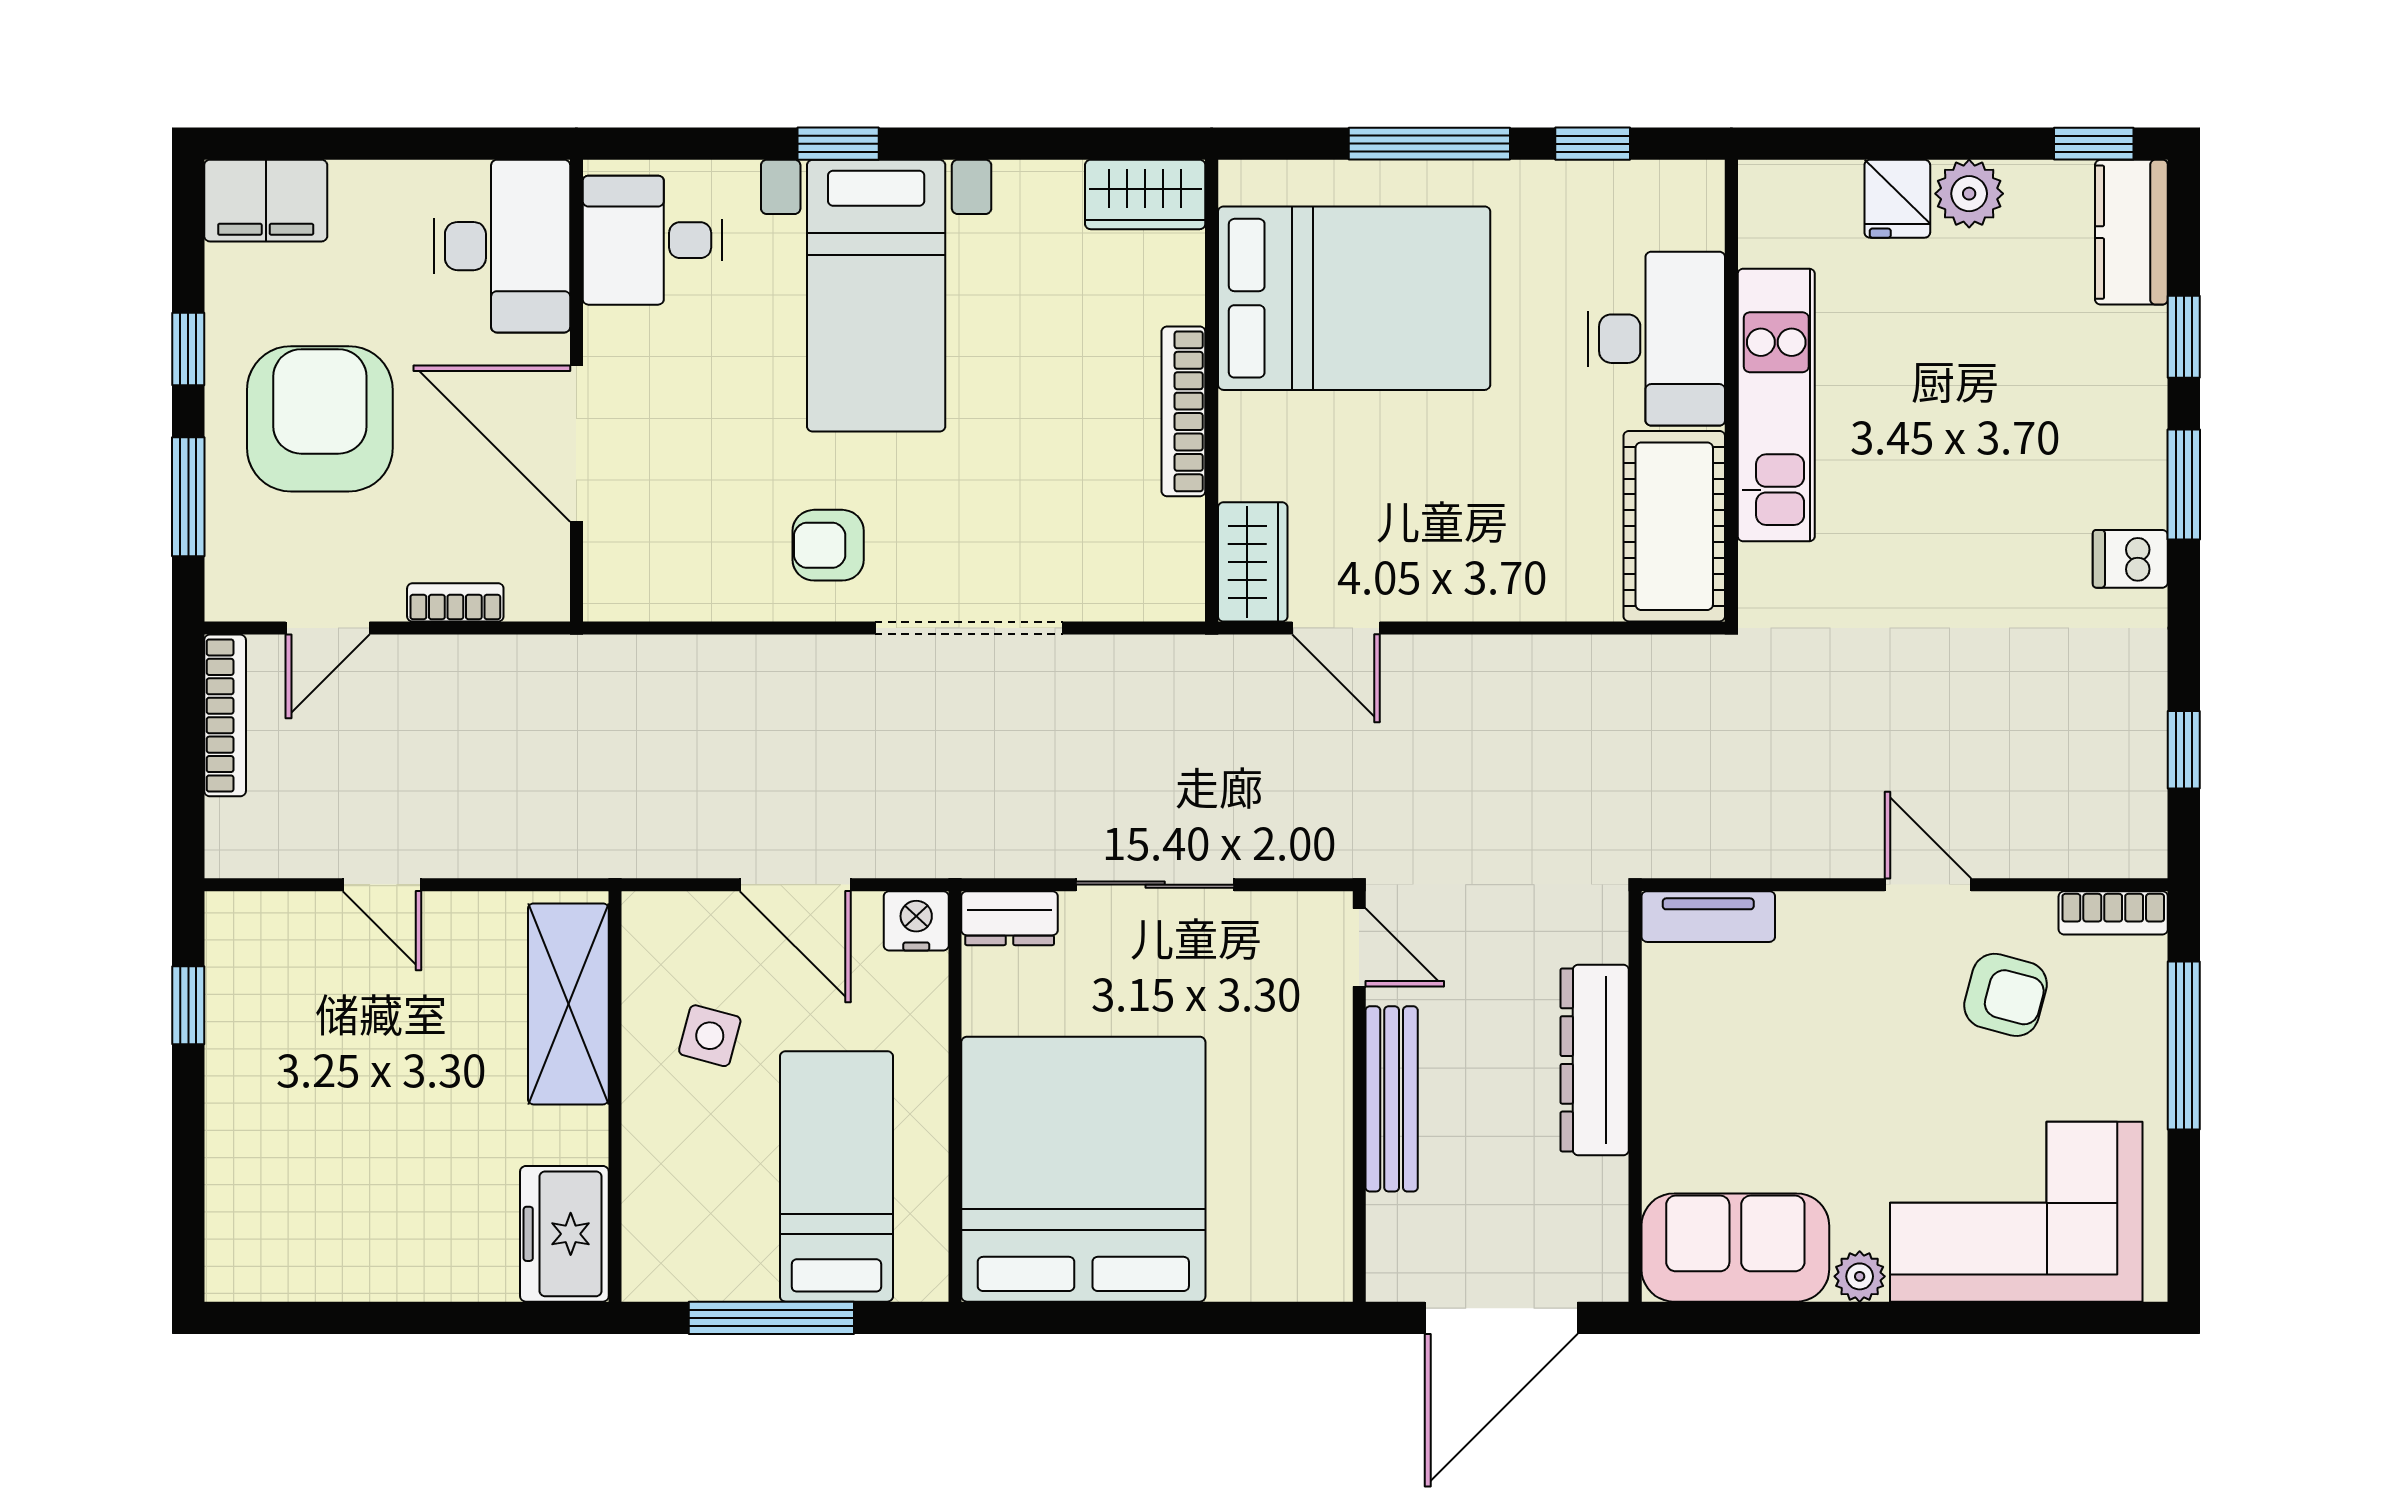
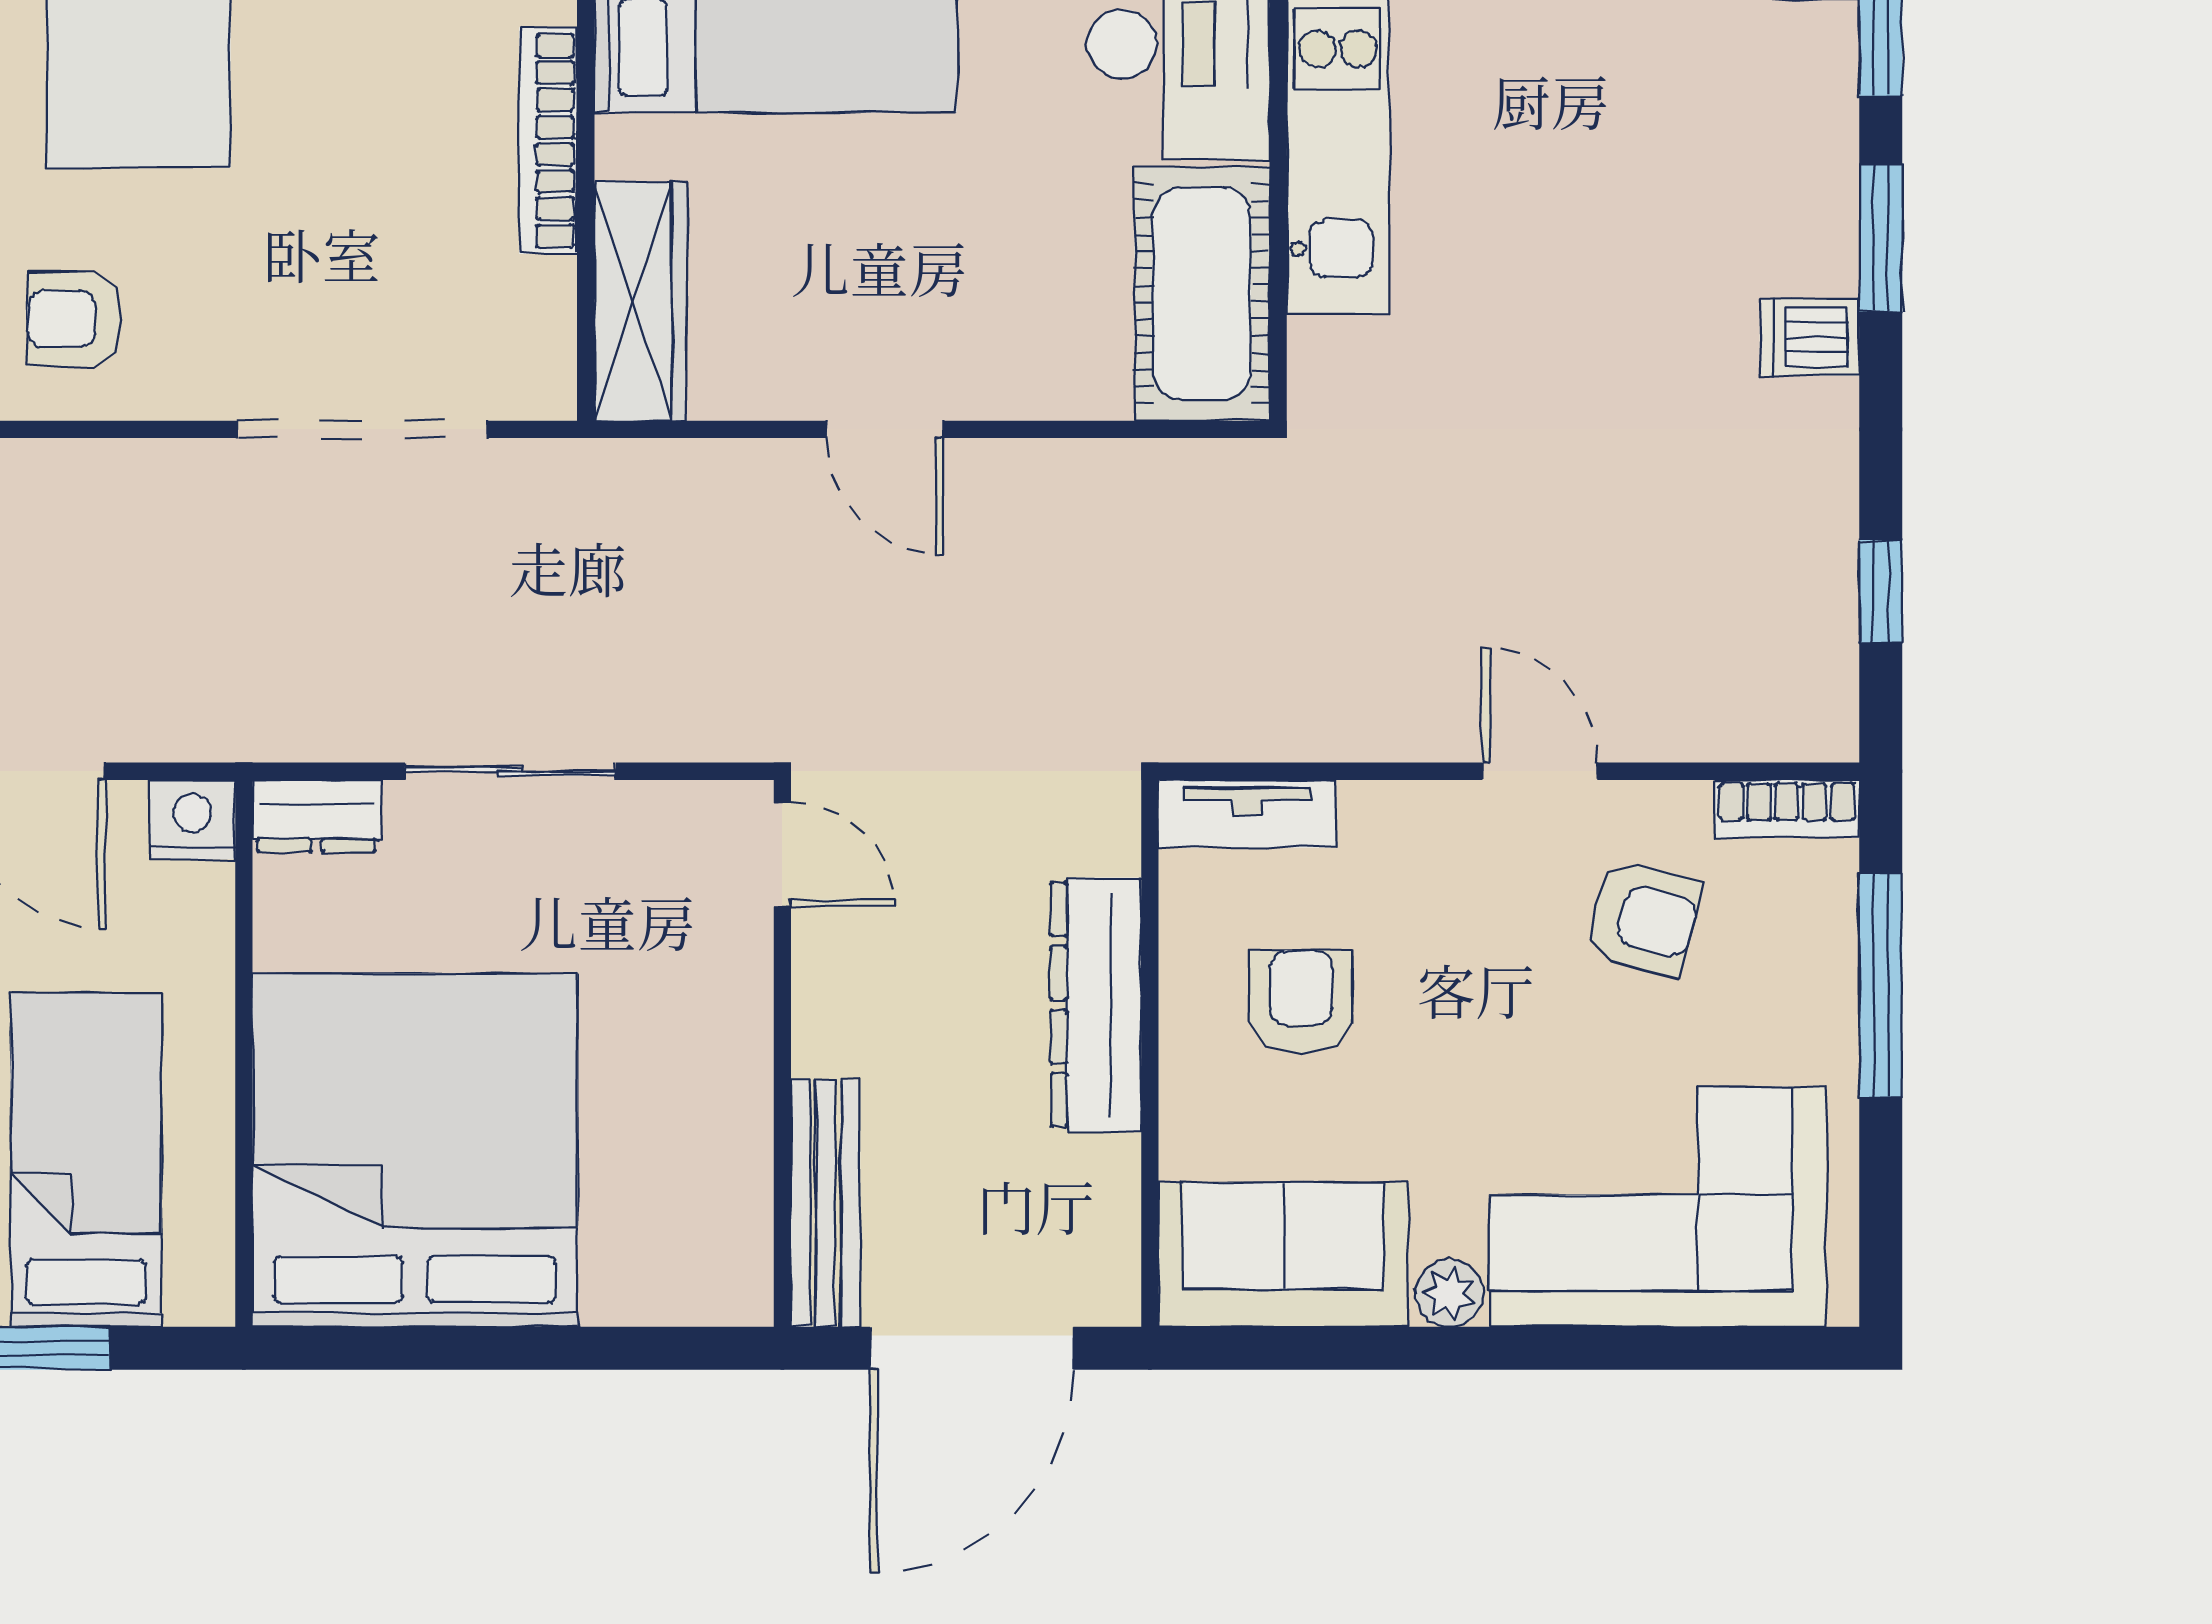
wardrobe: (1253, 562) -> (640, 301), width x1.50
doorway: (969, 628) -> (362, 429), moved
door: (1336, 628) -> (885, 429), moved
armchair: (1748, 1058) -> (1301, 1002), added
bench: (1392, 1099) -> (826, 1203), moved

